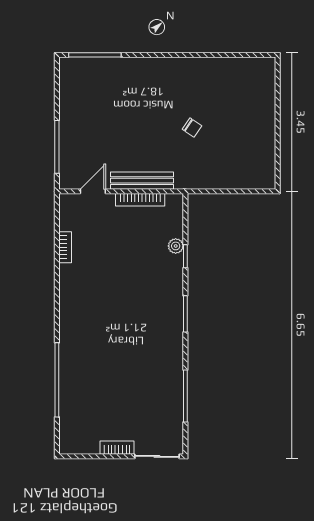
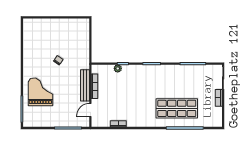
grand piano: (129, 92) -> (40, 92), added
door: (93, 191) -> (90, 110), hinge flipped
shop shelf: (96, 364) -> (177, 108), added

